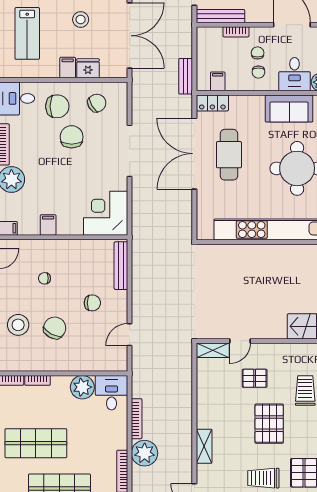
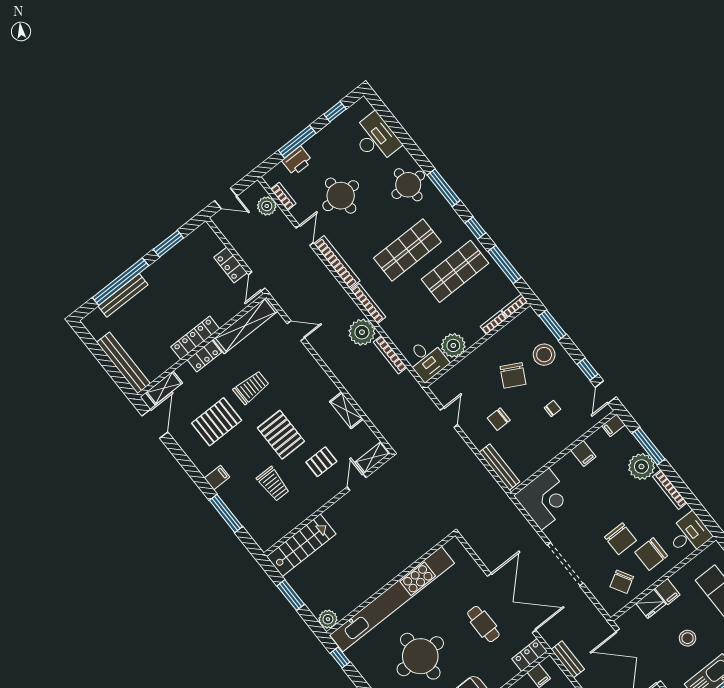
cafe table: (229, 155) -> (483, 624), width x0.73, depth x0.74
shelving: (204, 446) -> (346, 410), moved

